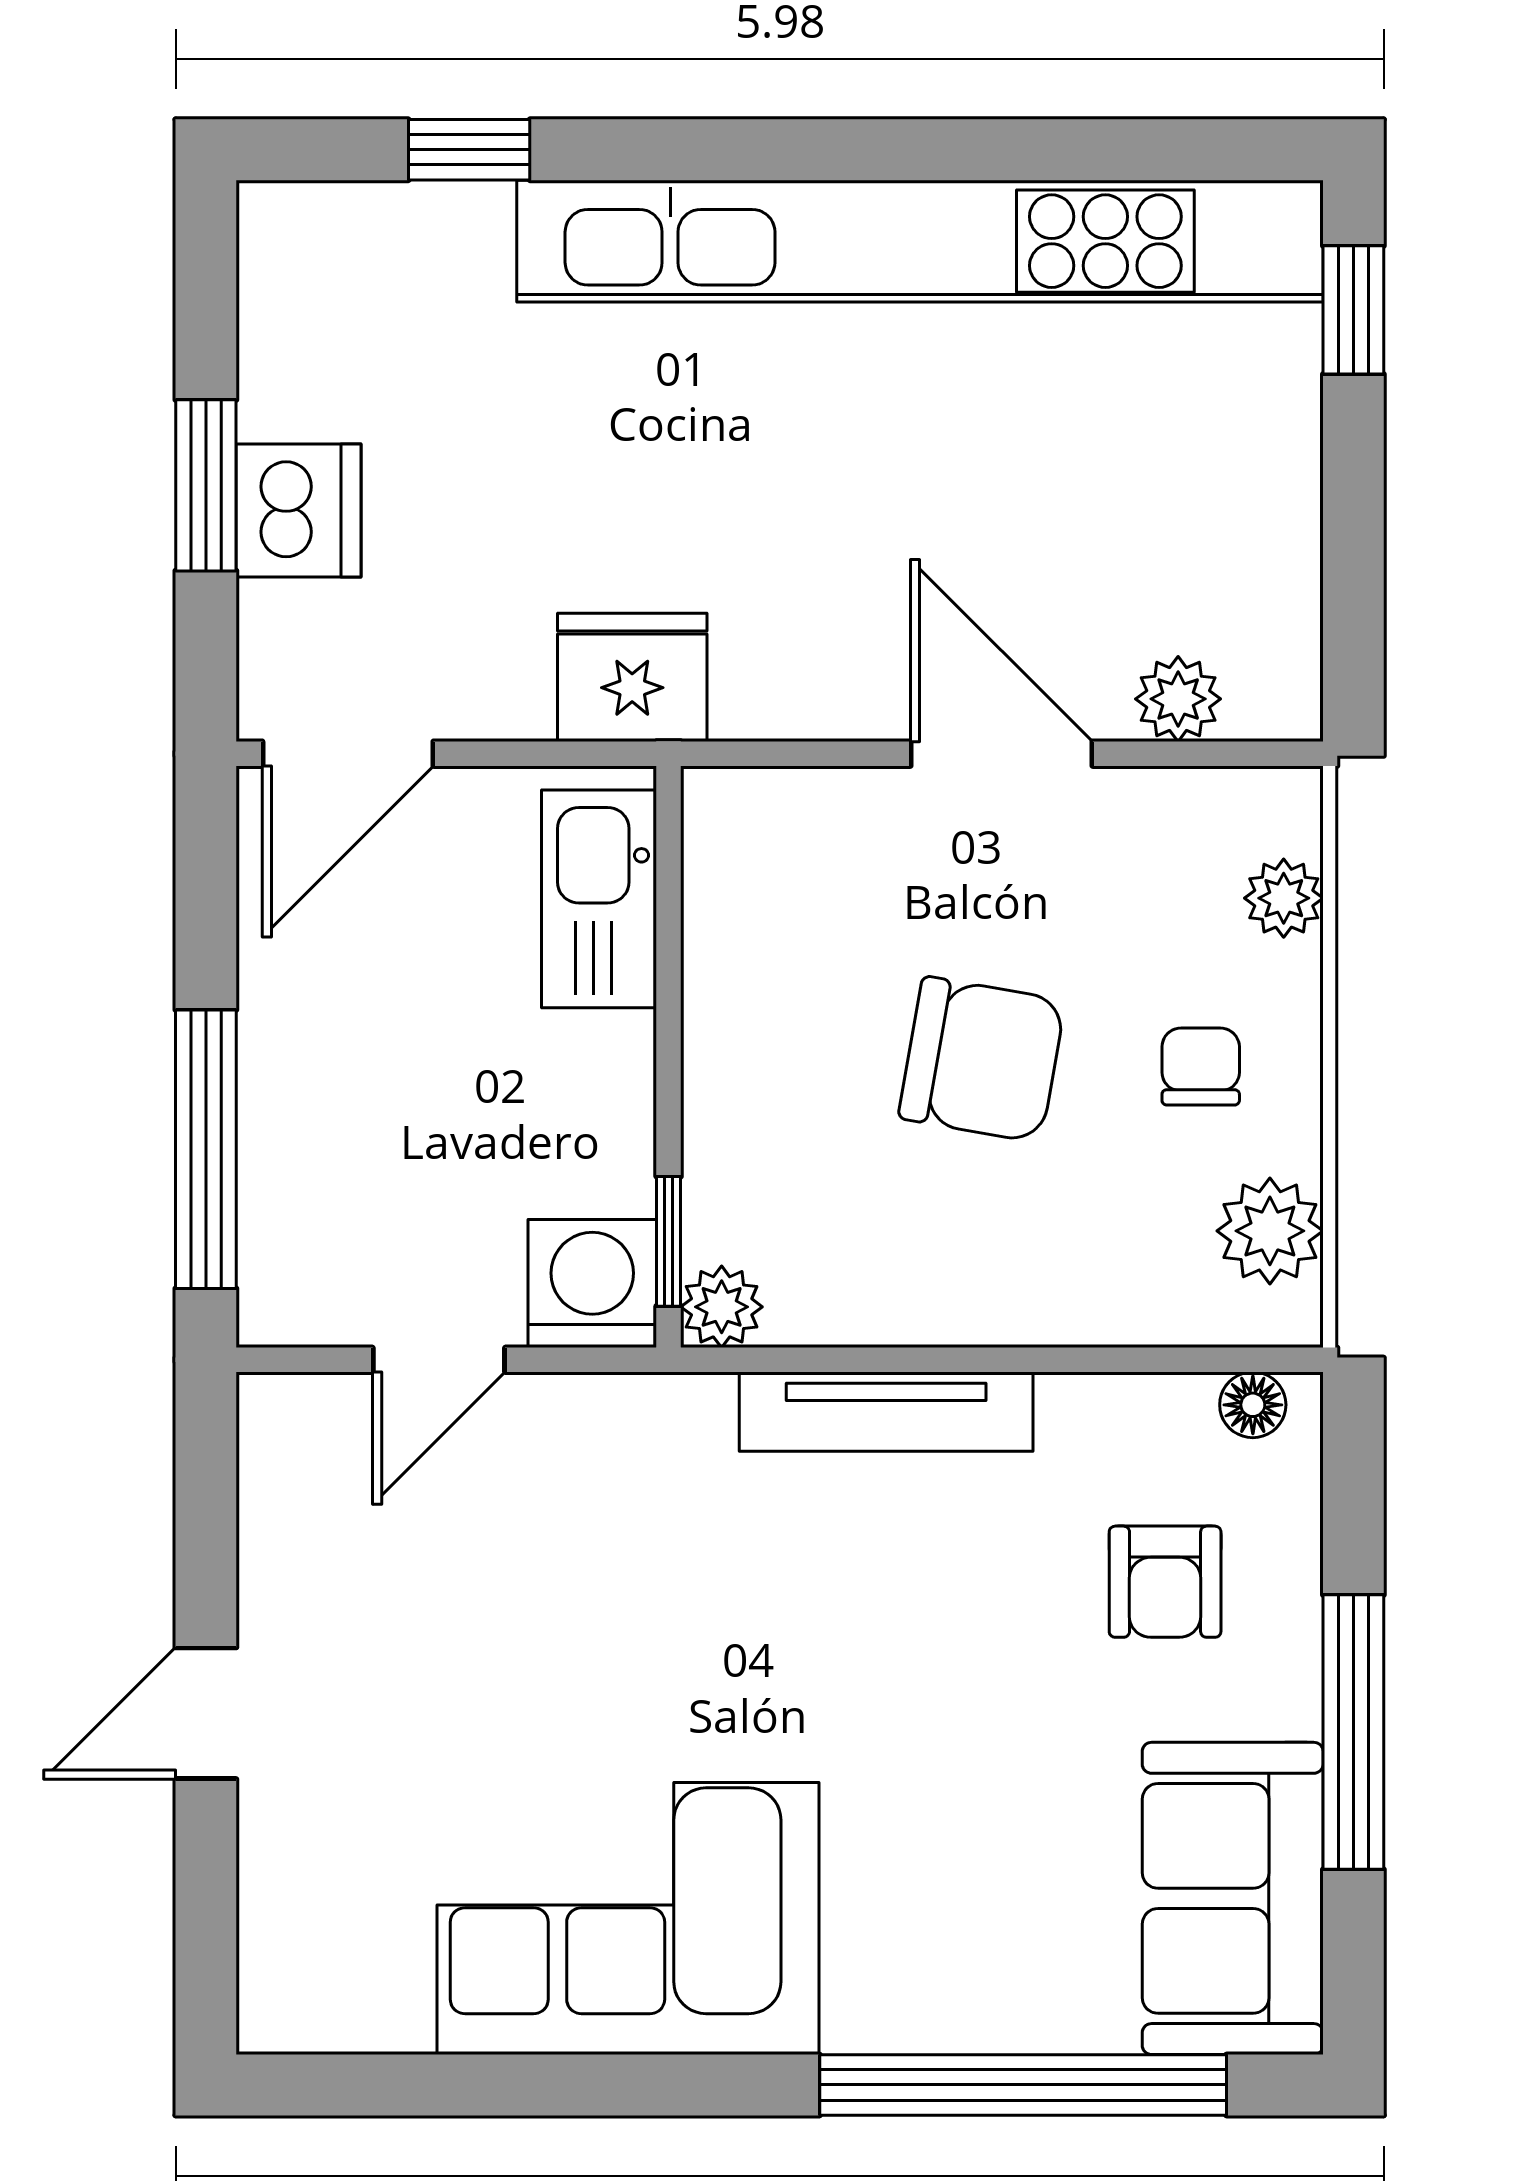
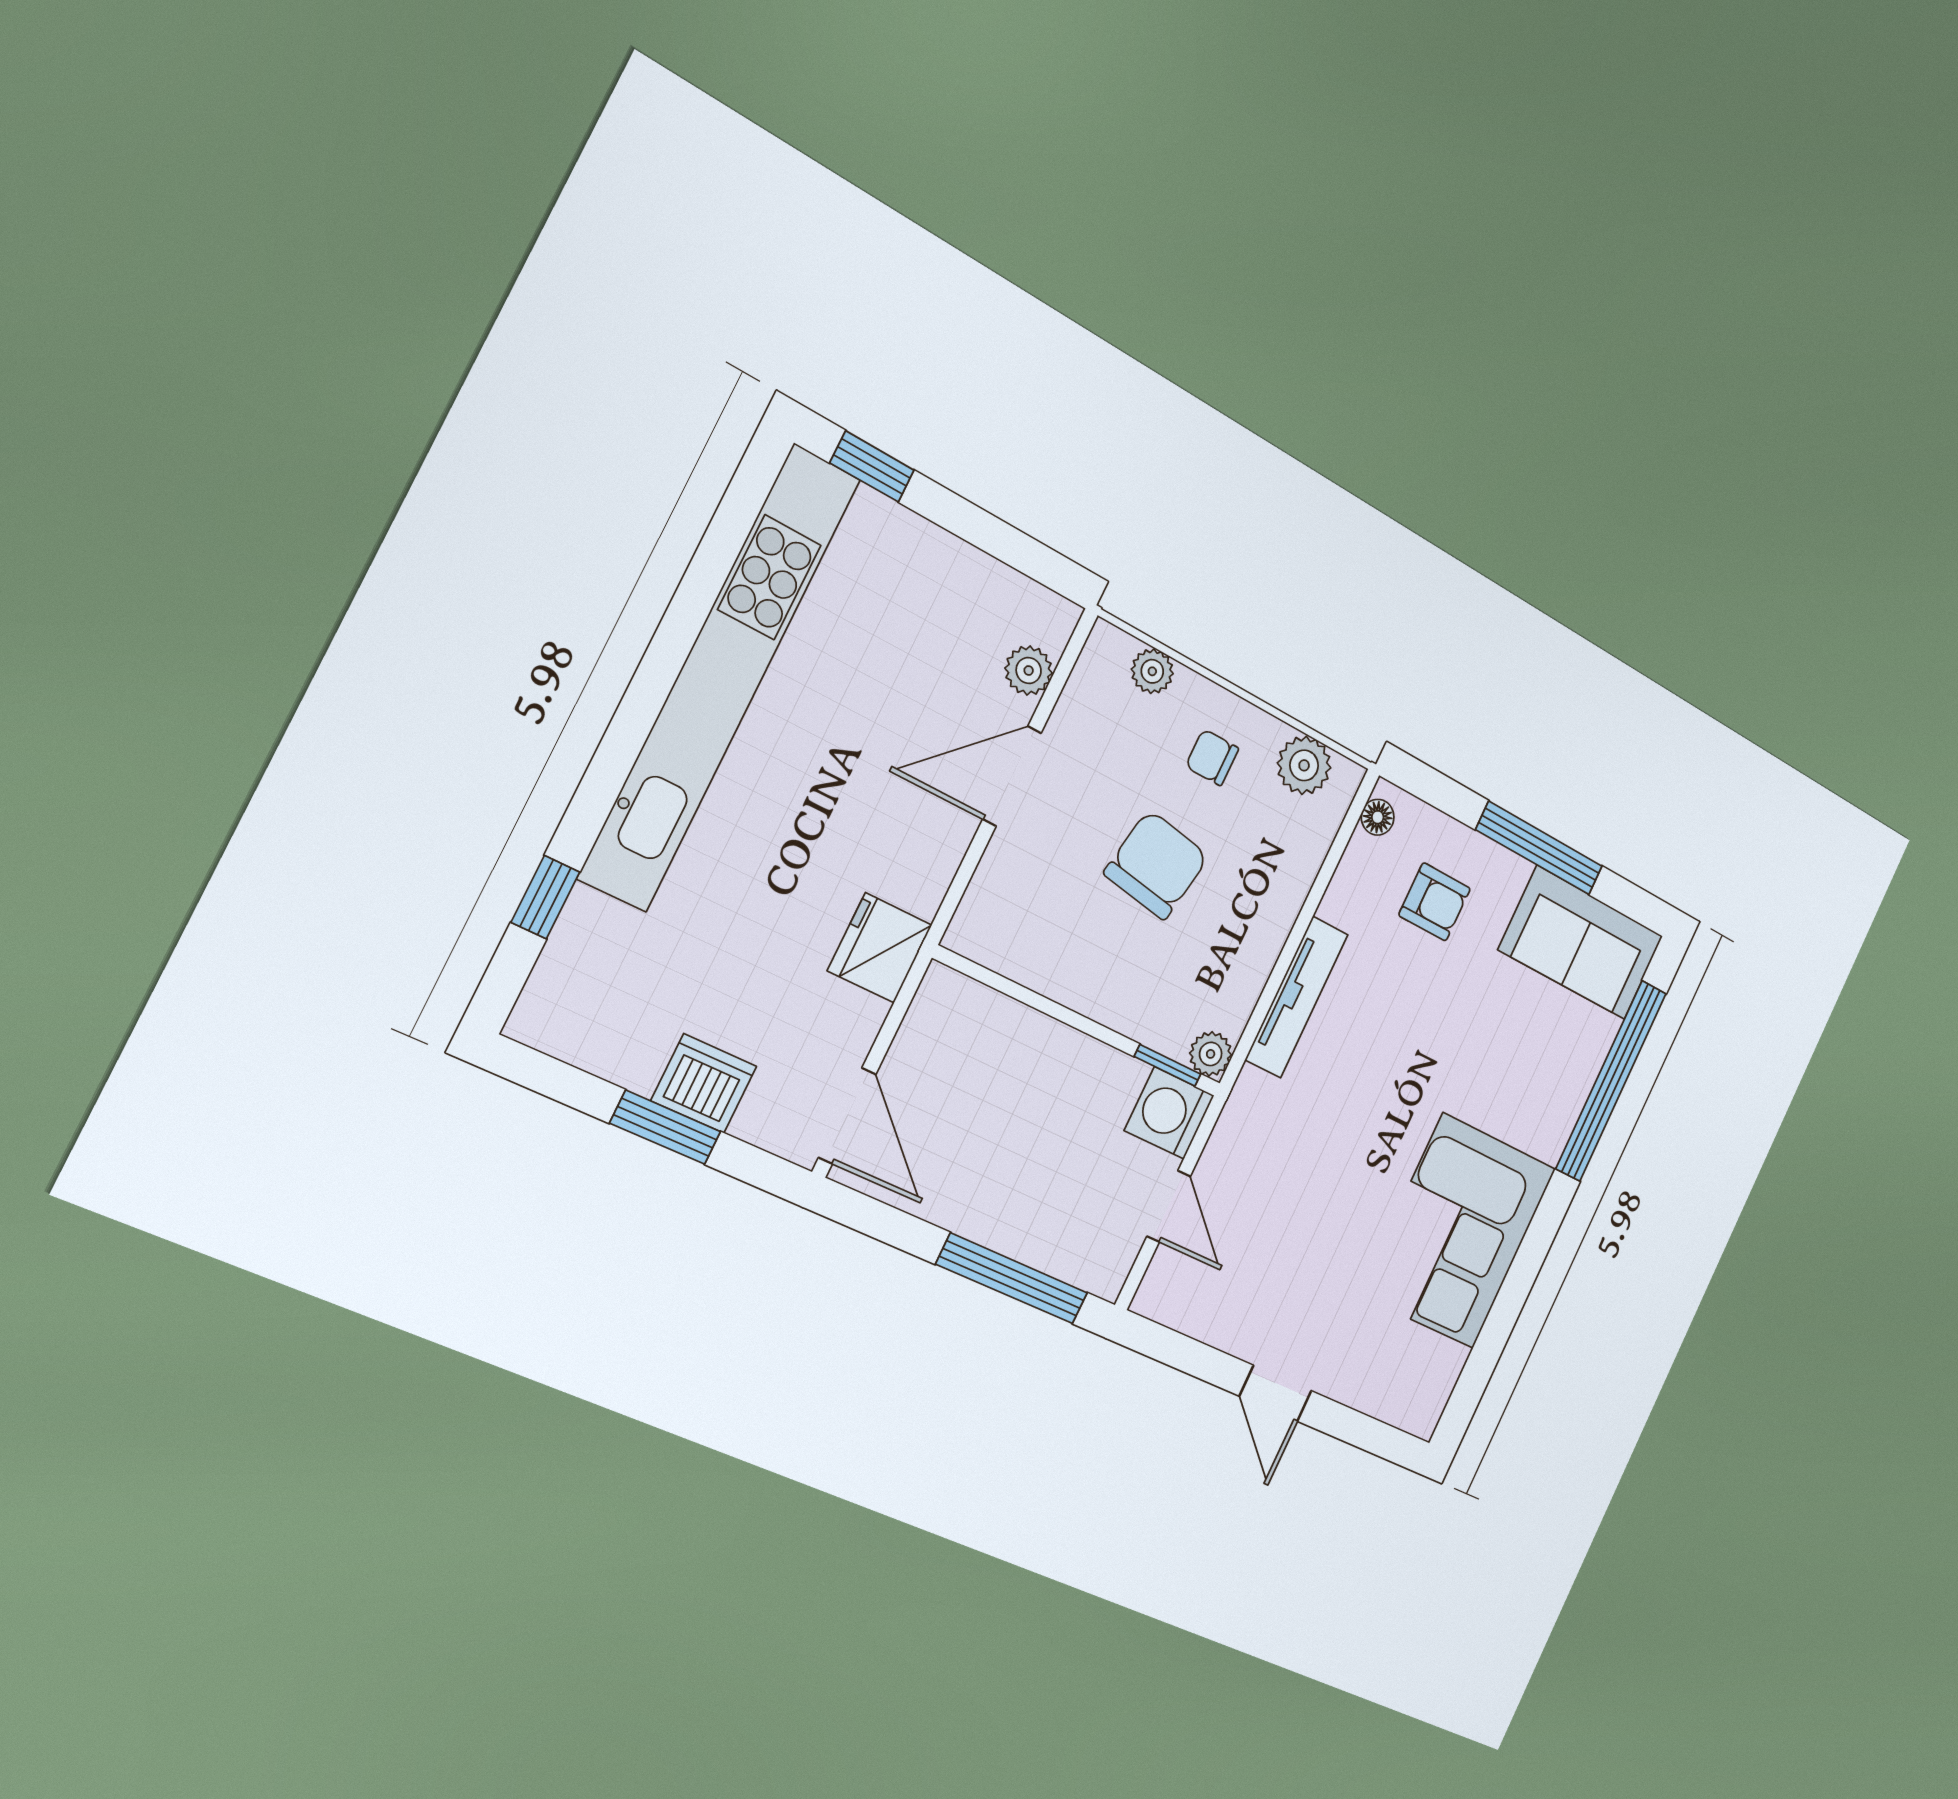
kitchen sink: (599, 899) -> (985, 1020), removed

